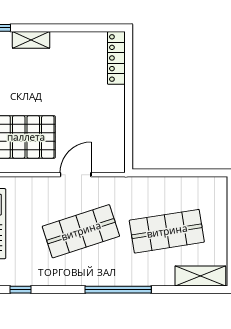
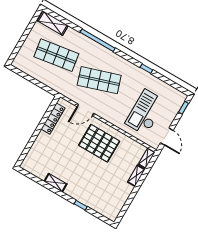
shelving: (31, 40) -> (56, 183), moved
locker: (116, 58) -> (53, 119), moved

